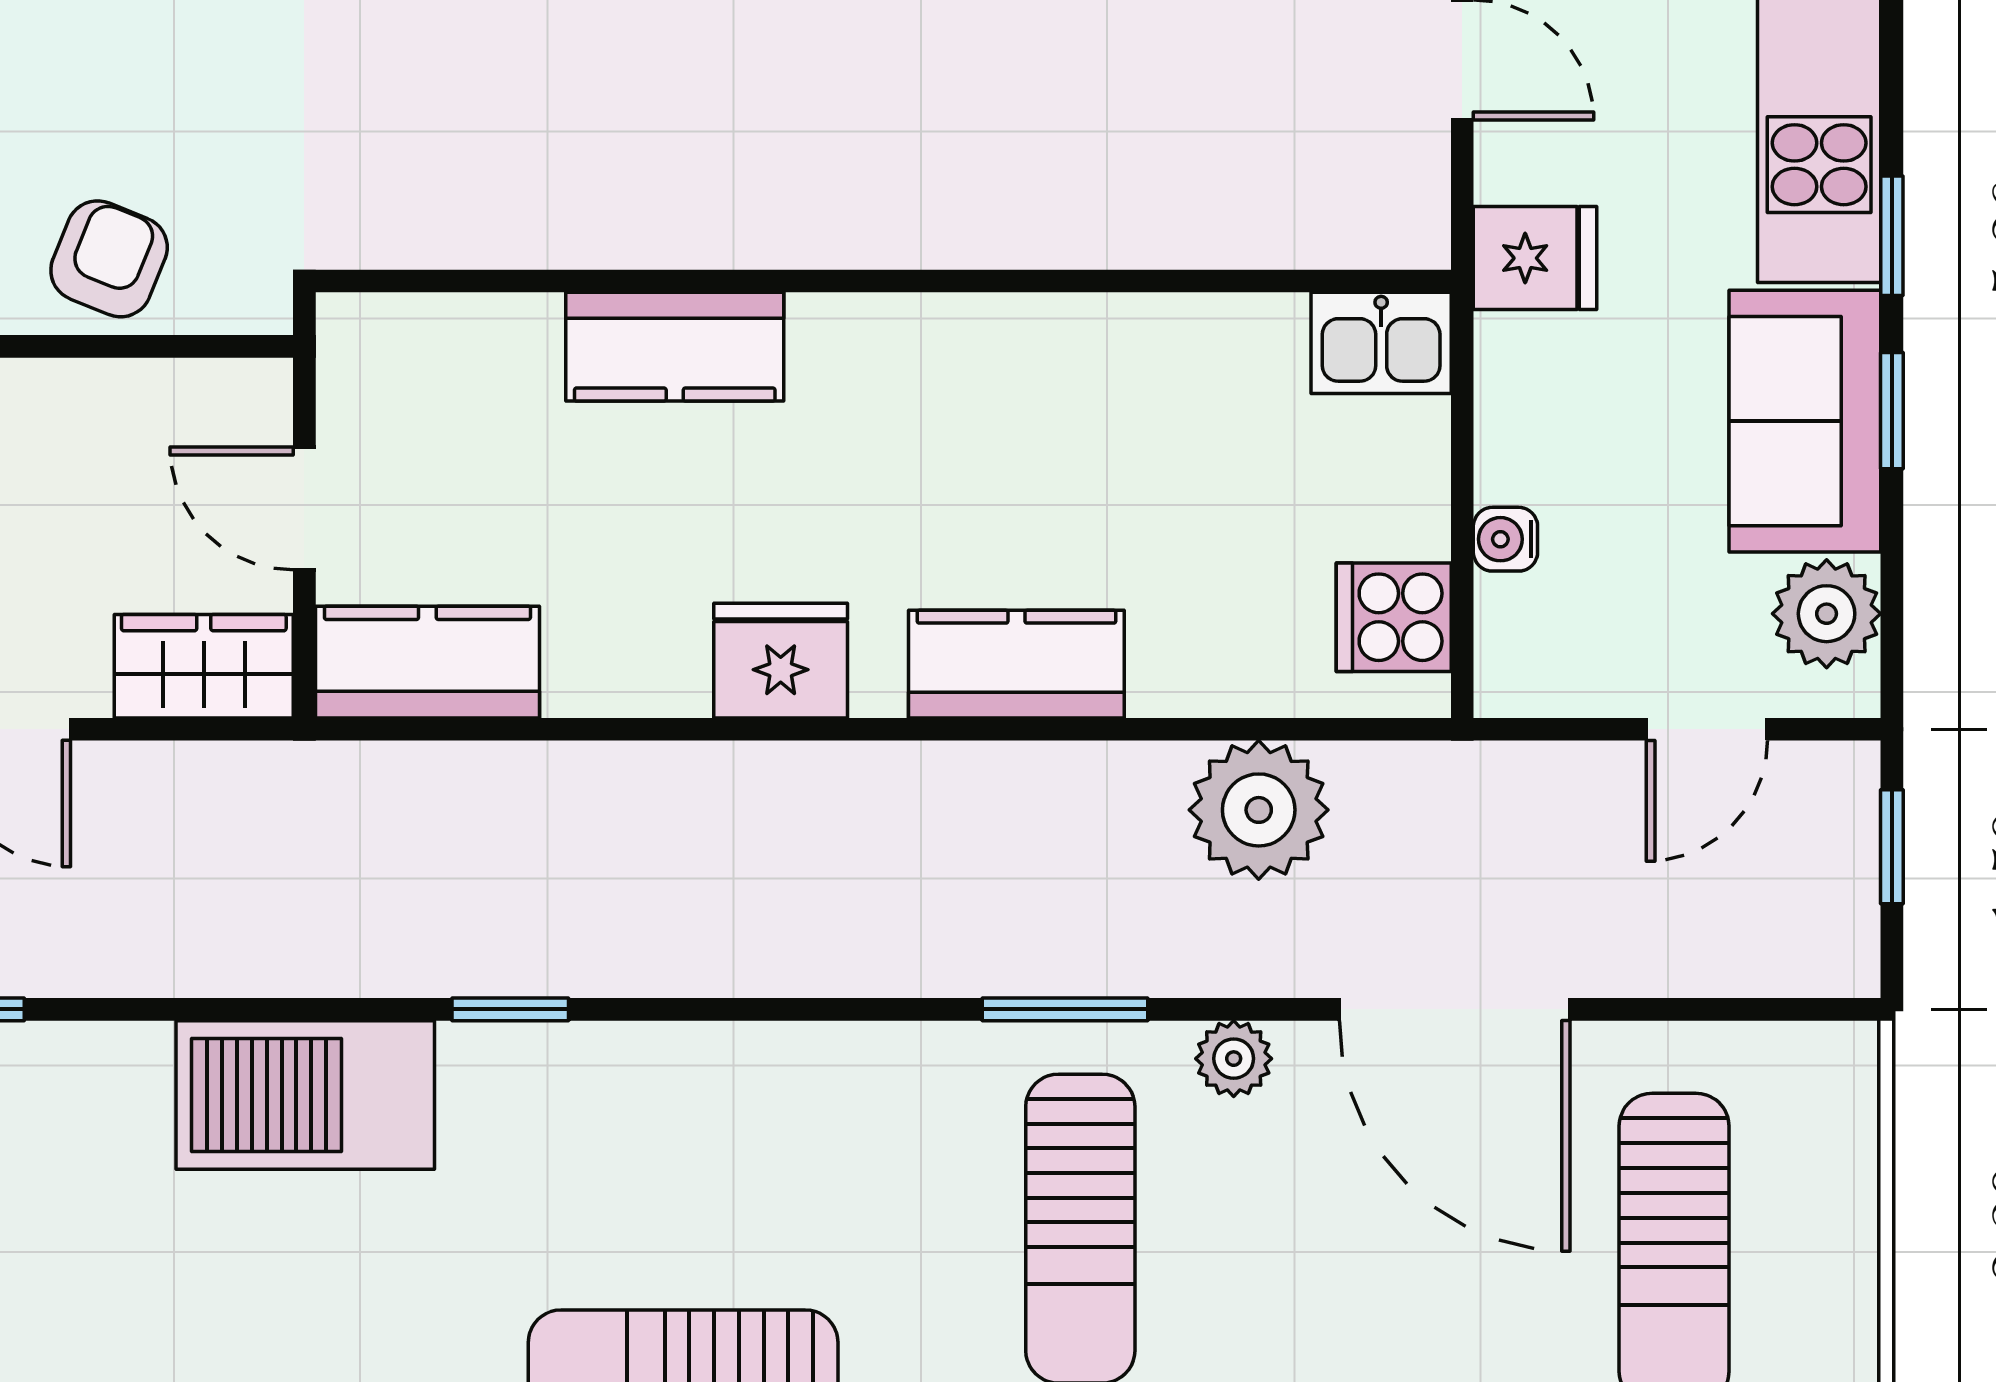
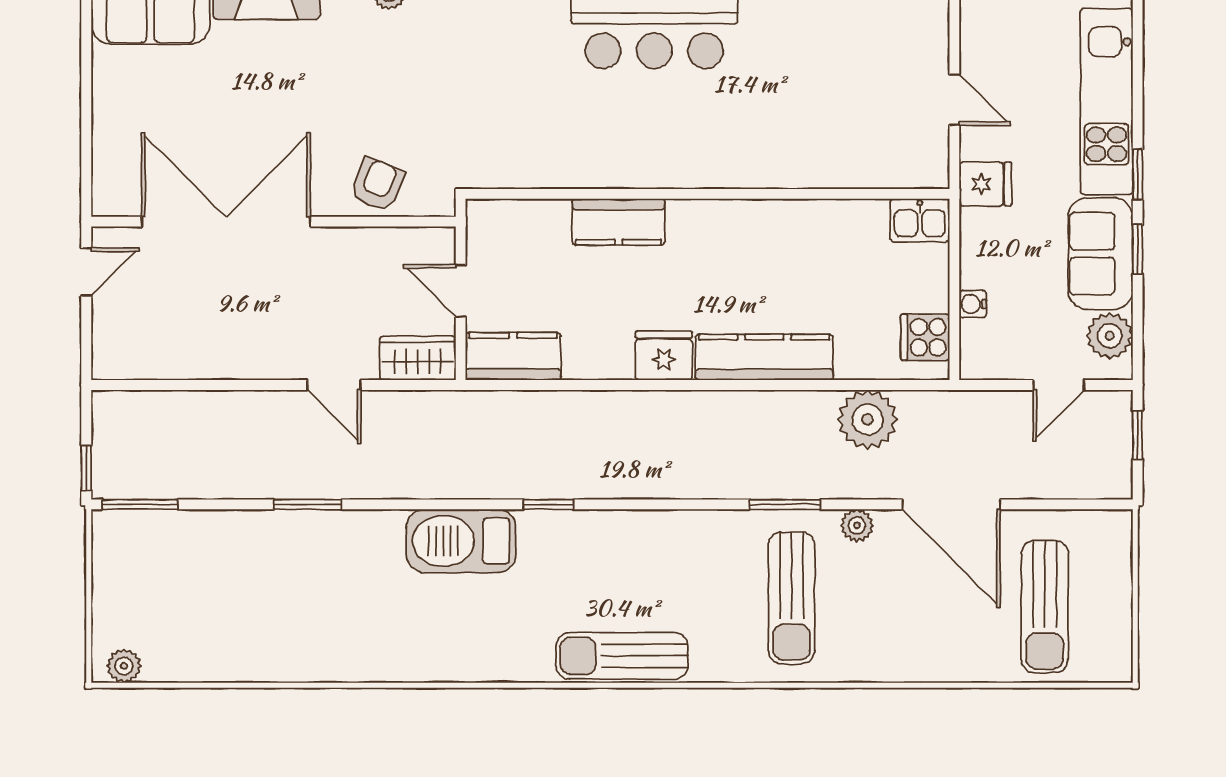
kitchen counter: (1016, 664) -> (764, 357), width x1.50

